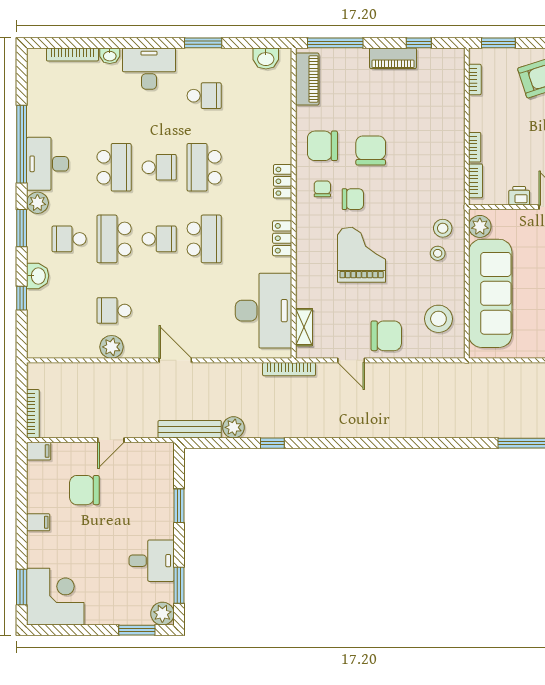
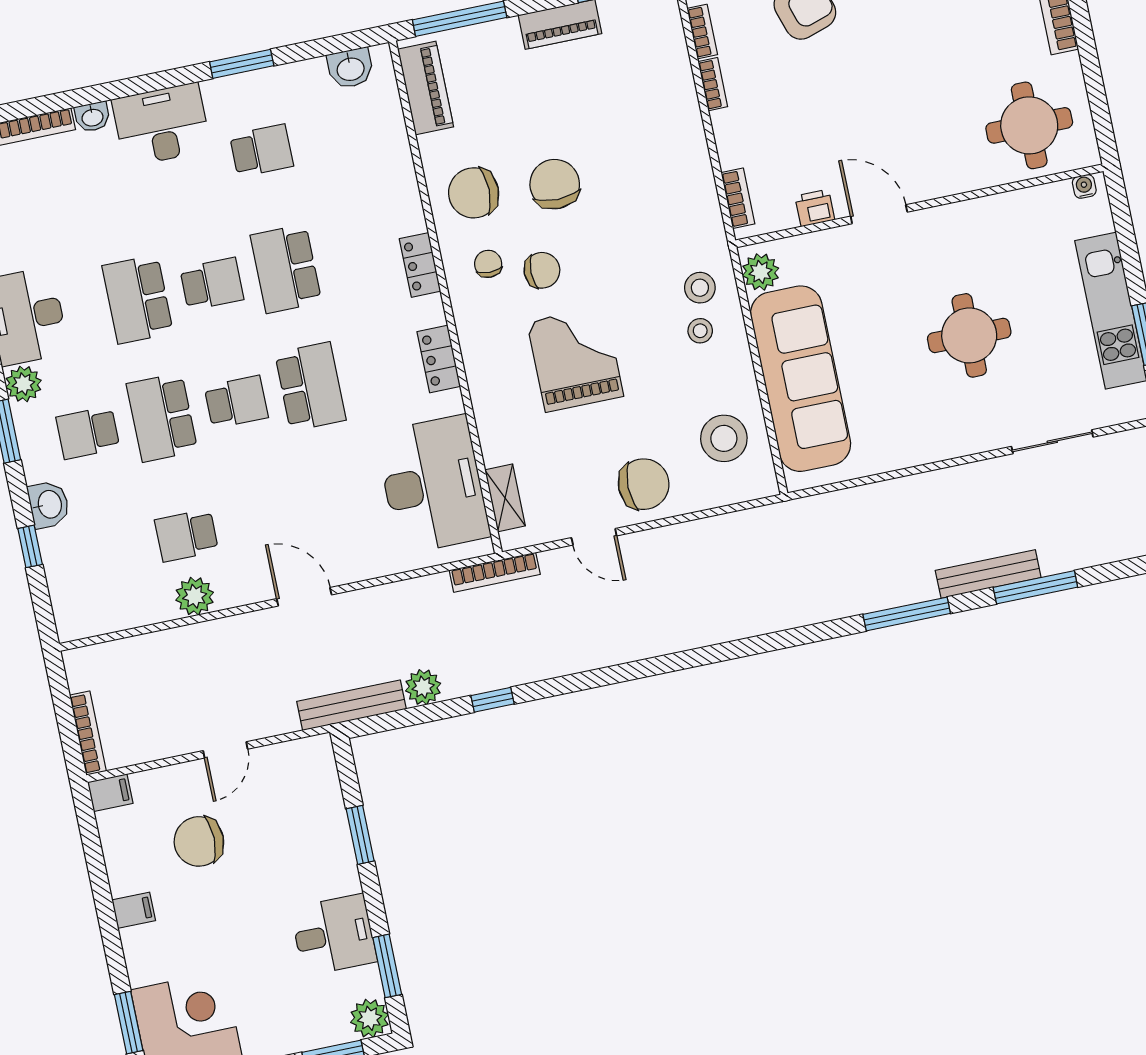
bookcase: (475, 147) -> (713, 84), moved
school desk: (114, 167) -> (138, 299), turned 180

